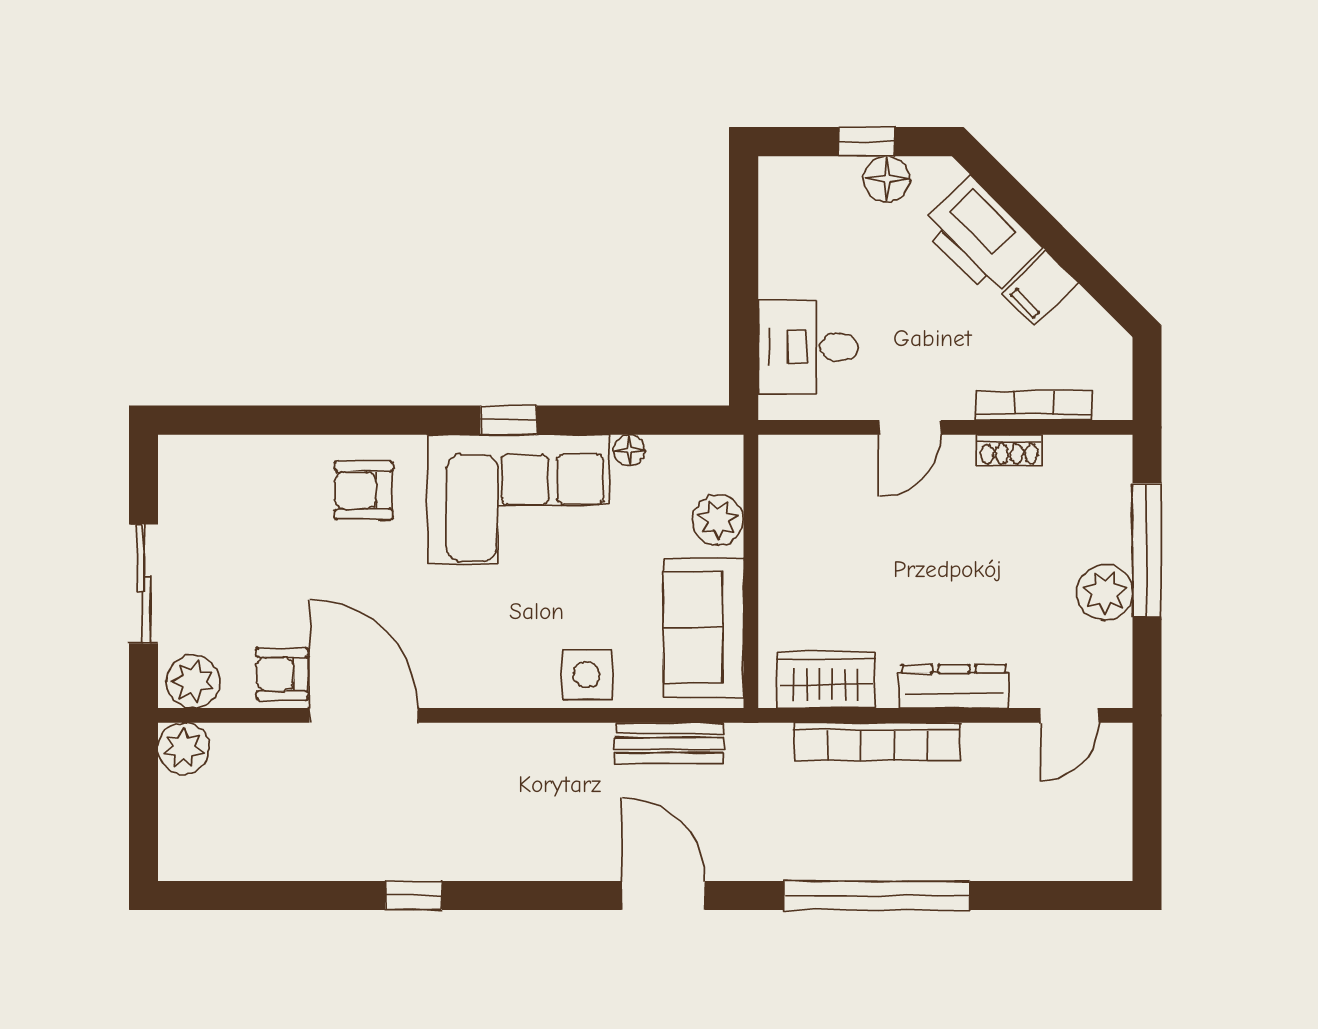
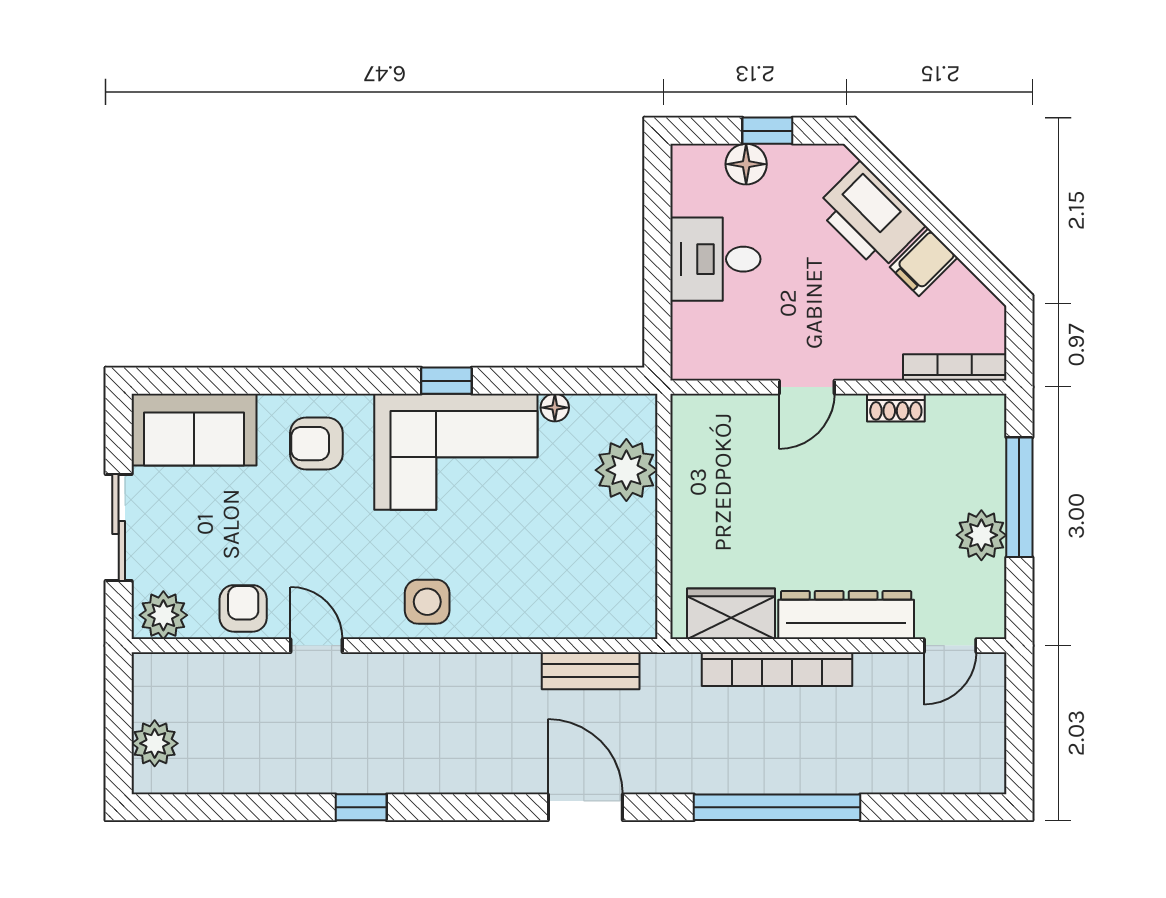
floor lamp: (887, 179) -> (746, 164), moved
desk: (808, 347) -> (715, 259), moved
bookcase: (1034, 405) -> (955, 367), moved
plant: (718, 520) -> (626, 470), width x1.36, depth x1.36
sofa: (703, 628) -> (194, 430), moved, turned -90
armchair: (282, 674) -> (243, 608), turned 90
side table: (587, 675) -> (427, 602), moved
dresser: (954, 687) -> (846, 615), width x1.37, depth x1.24
door: (364, 715) -> (317, 646), width x0.53
plant: (184, 748) -> (155, 743), moved

